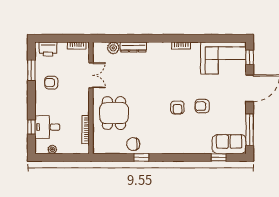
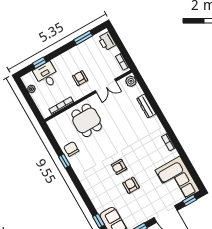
plant: (113, 48) -> (131, 81), moved
armchair: (51, 83) -> (80, 78), moved
dining table: (114, 113) -> (87, 120), turned 90

